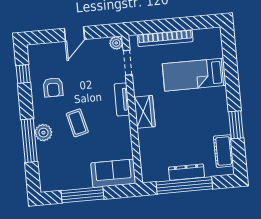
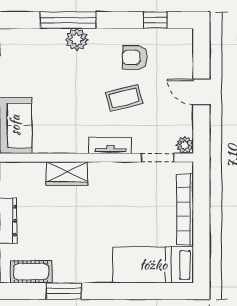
bed: (194, 75) -> (153, 265), moved, turned -90
wardrobe: (145, 112) -> (67, 174), moved
coffee table: (77, 123) -> (124, 98), moved

